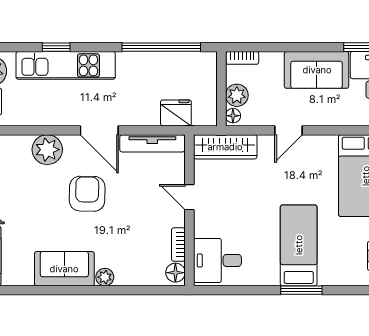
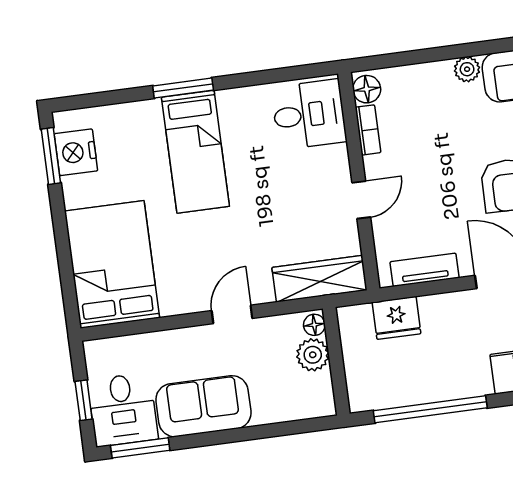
bookcase: (242, 58) -> (312, 409), removed
tv unit: (152, 143) -> (425, 270), width x0.71
door: (189, 197) -> (361, 200), hinge flipped

